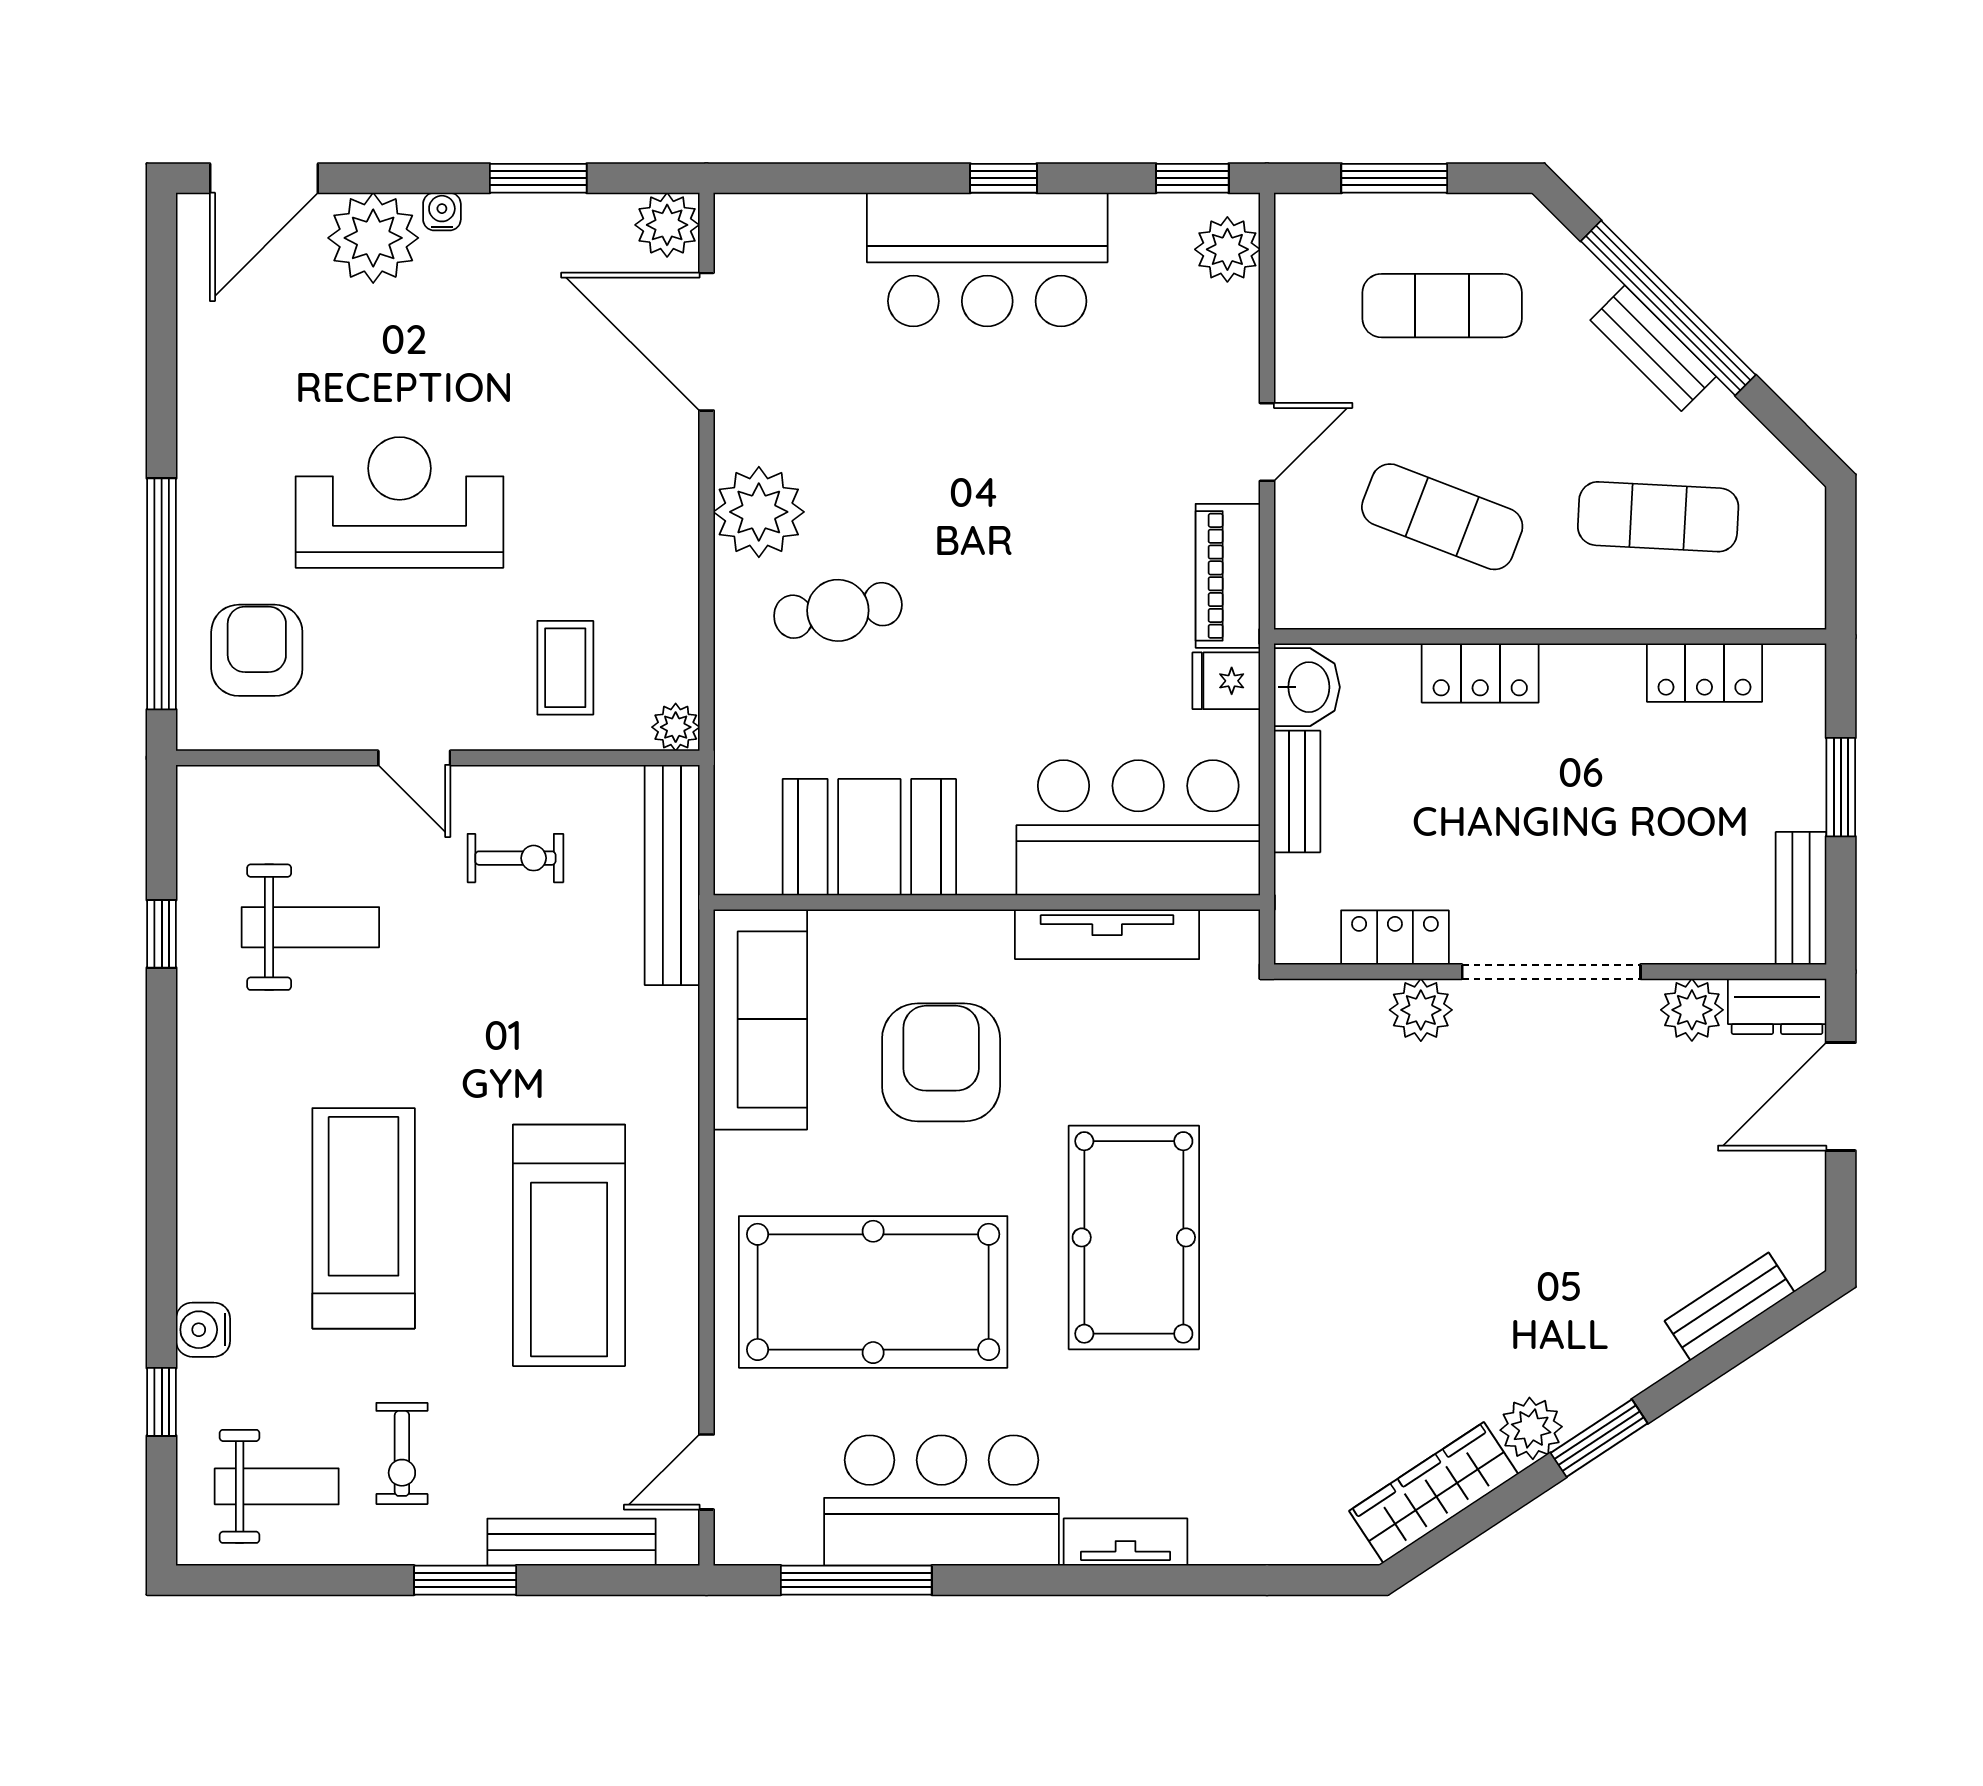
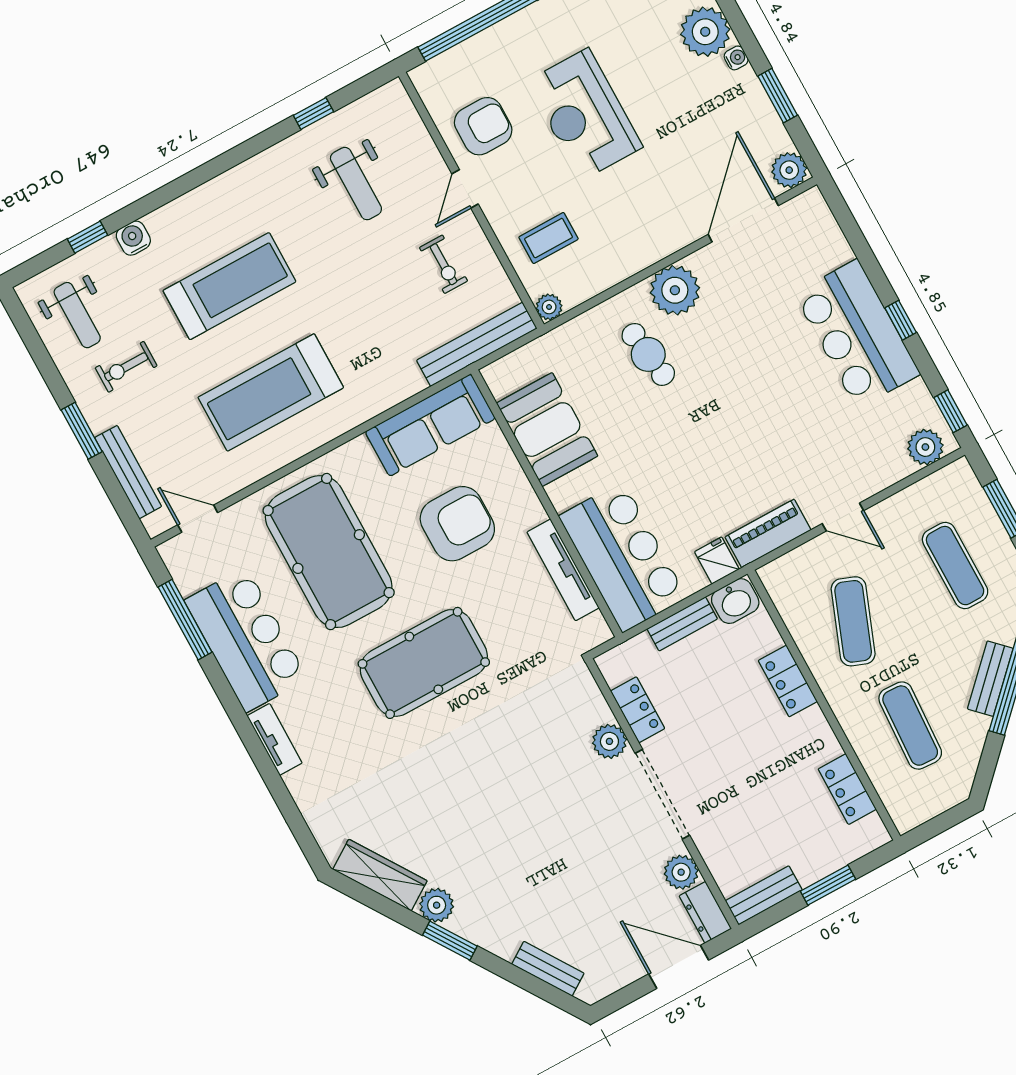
reception desk: (400, 502) -> (585, 114), turned 180
armchair: (257, 650) -> (483, 126), moved

